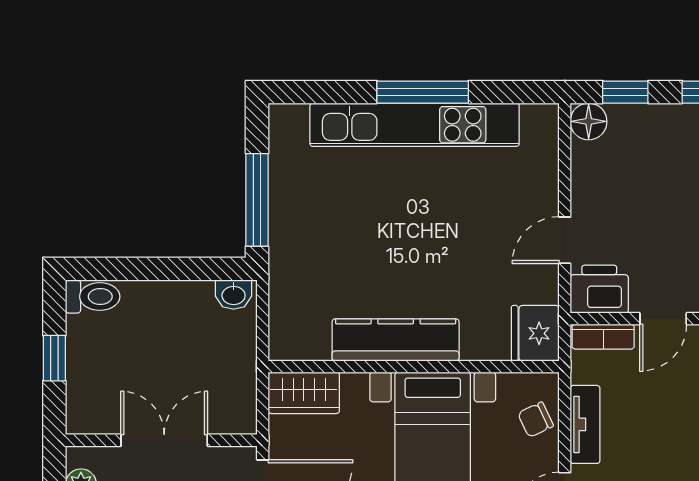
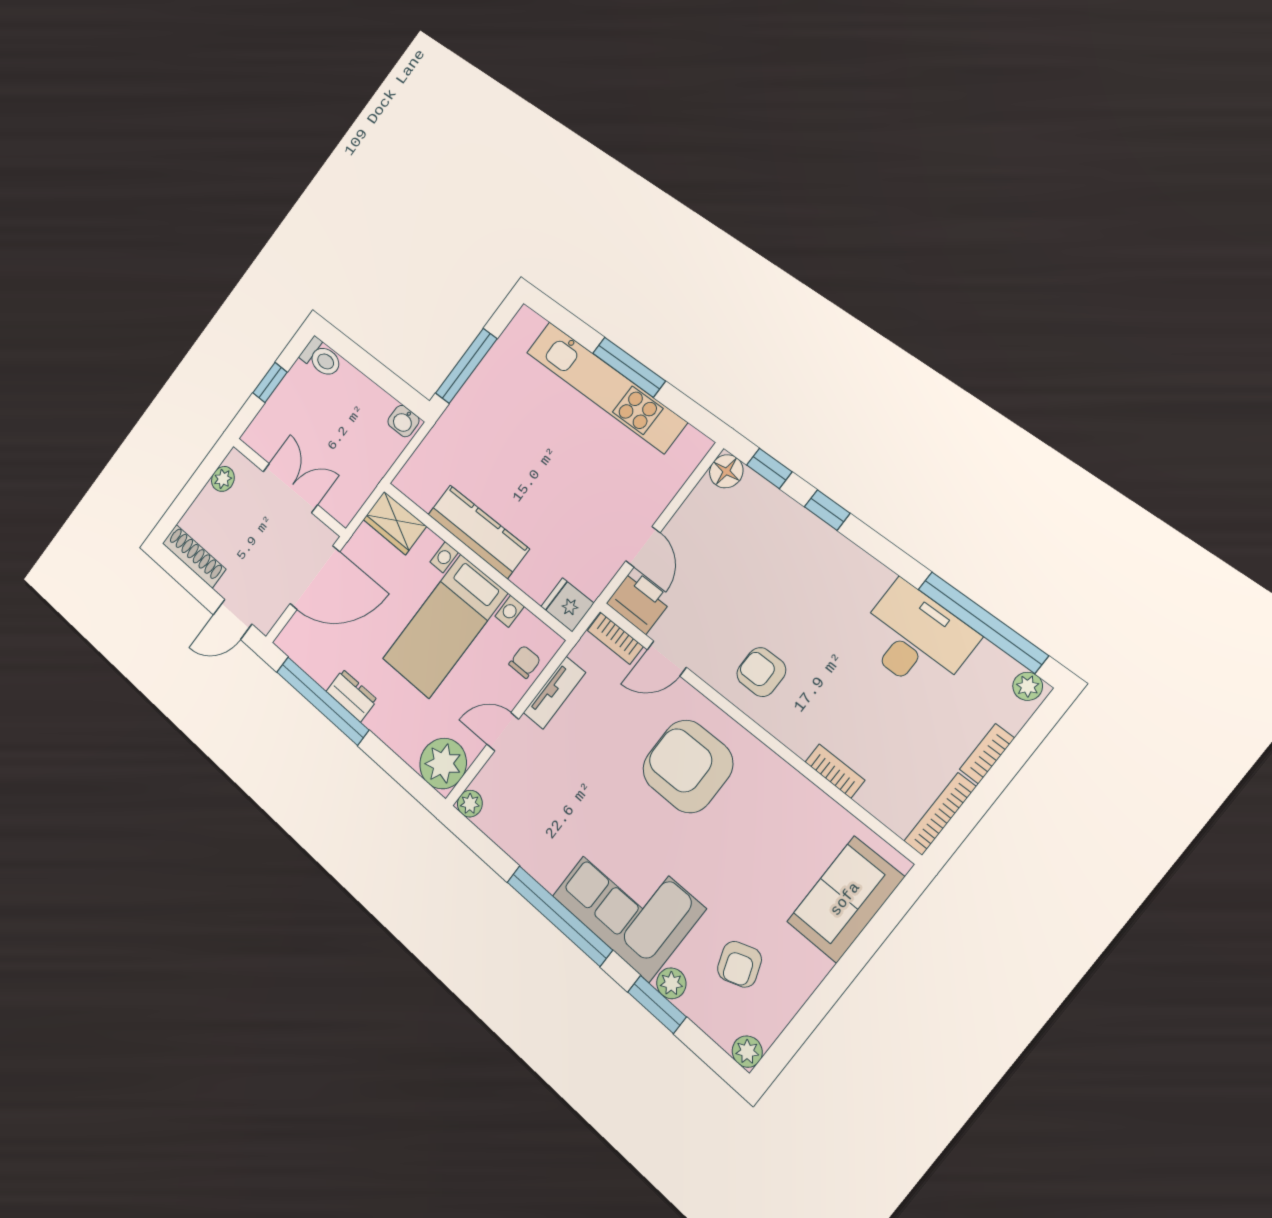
door: (565, 240) -> (643, 547), swing flipped
fridge: (535, 333) -> (567, 605), width x0.72
chair: (536, 420) -> (525, 662), turned 115

